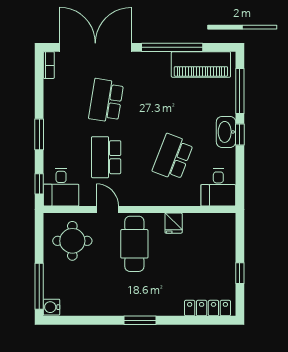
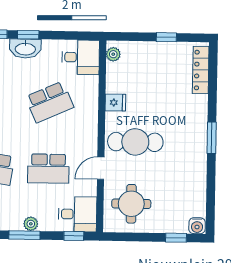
plant: (51, 140) -> (31, 224), added
school desk: (173, 157) -> (50, 102), turned -45
plant: (222, 220) -> (113, 54), added
window: (39, 286) -> (176, 238), width x0.46

